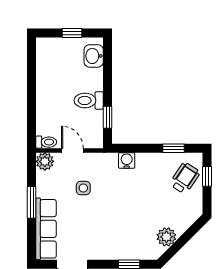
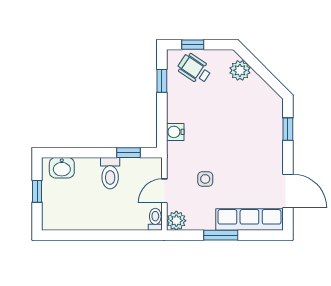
plant: (166, 237) -> (240, 70), moved

